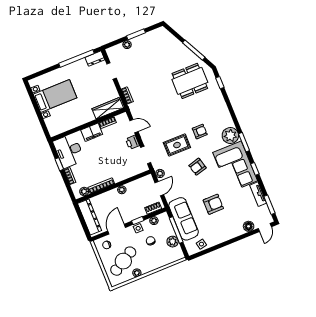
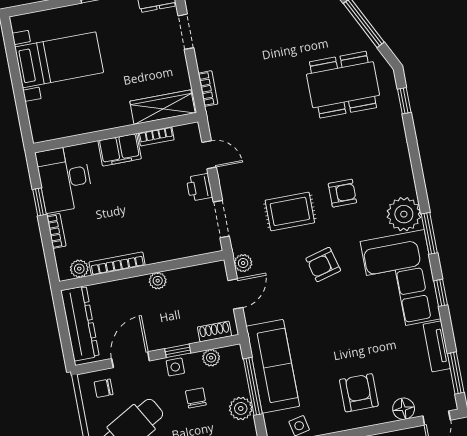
armchair: (213, 204) -> (359, 393), moved, turned -90

